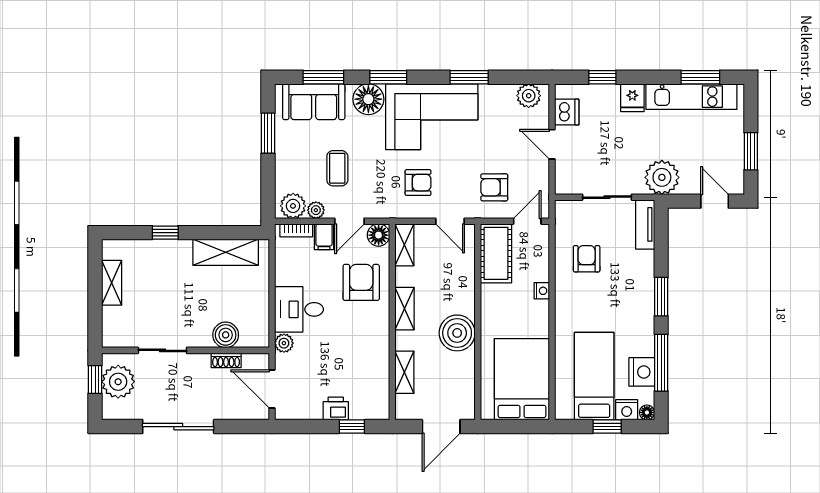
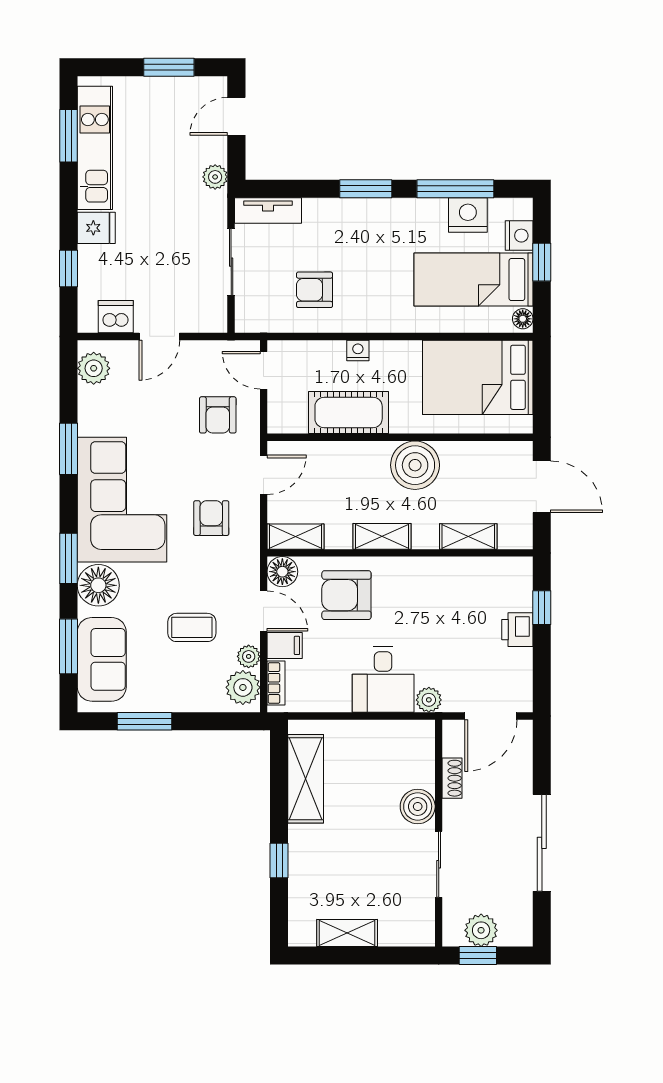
plant: (662, 177) -> (215, 177), width x0.53, depth x0.53
cot: (496, 253) -> (349, 413), moved
boiler: (226, 335) -> (418, 806), moved
plant: (118, 382) -> (481, 930), width x0.73, depth x0.73
floor lamp: (647, 412) -> (523, 319), moved

